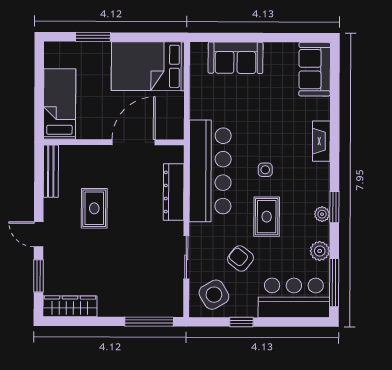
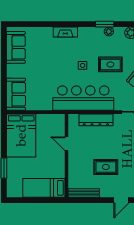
sofa: (236, 58) -> (16, 94), moved
sofa: (315, 69) -> (16, 47), moved, turned -90
door: (134, 142) -> (66, 144), width x0.53

